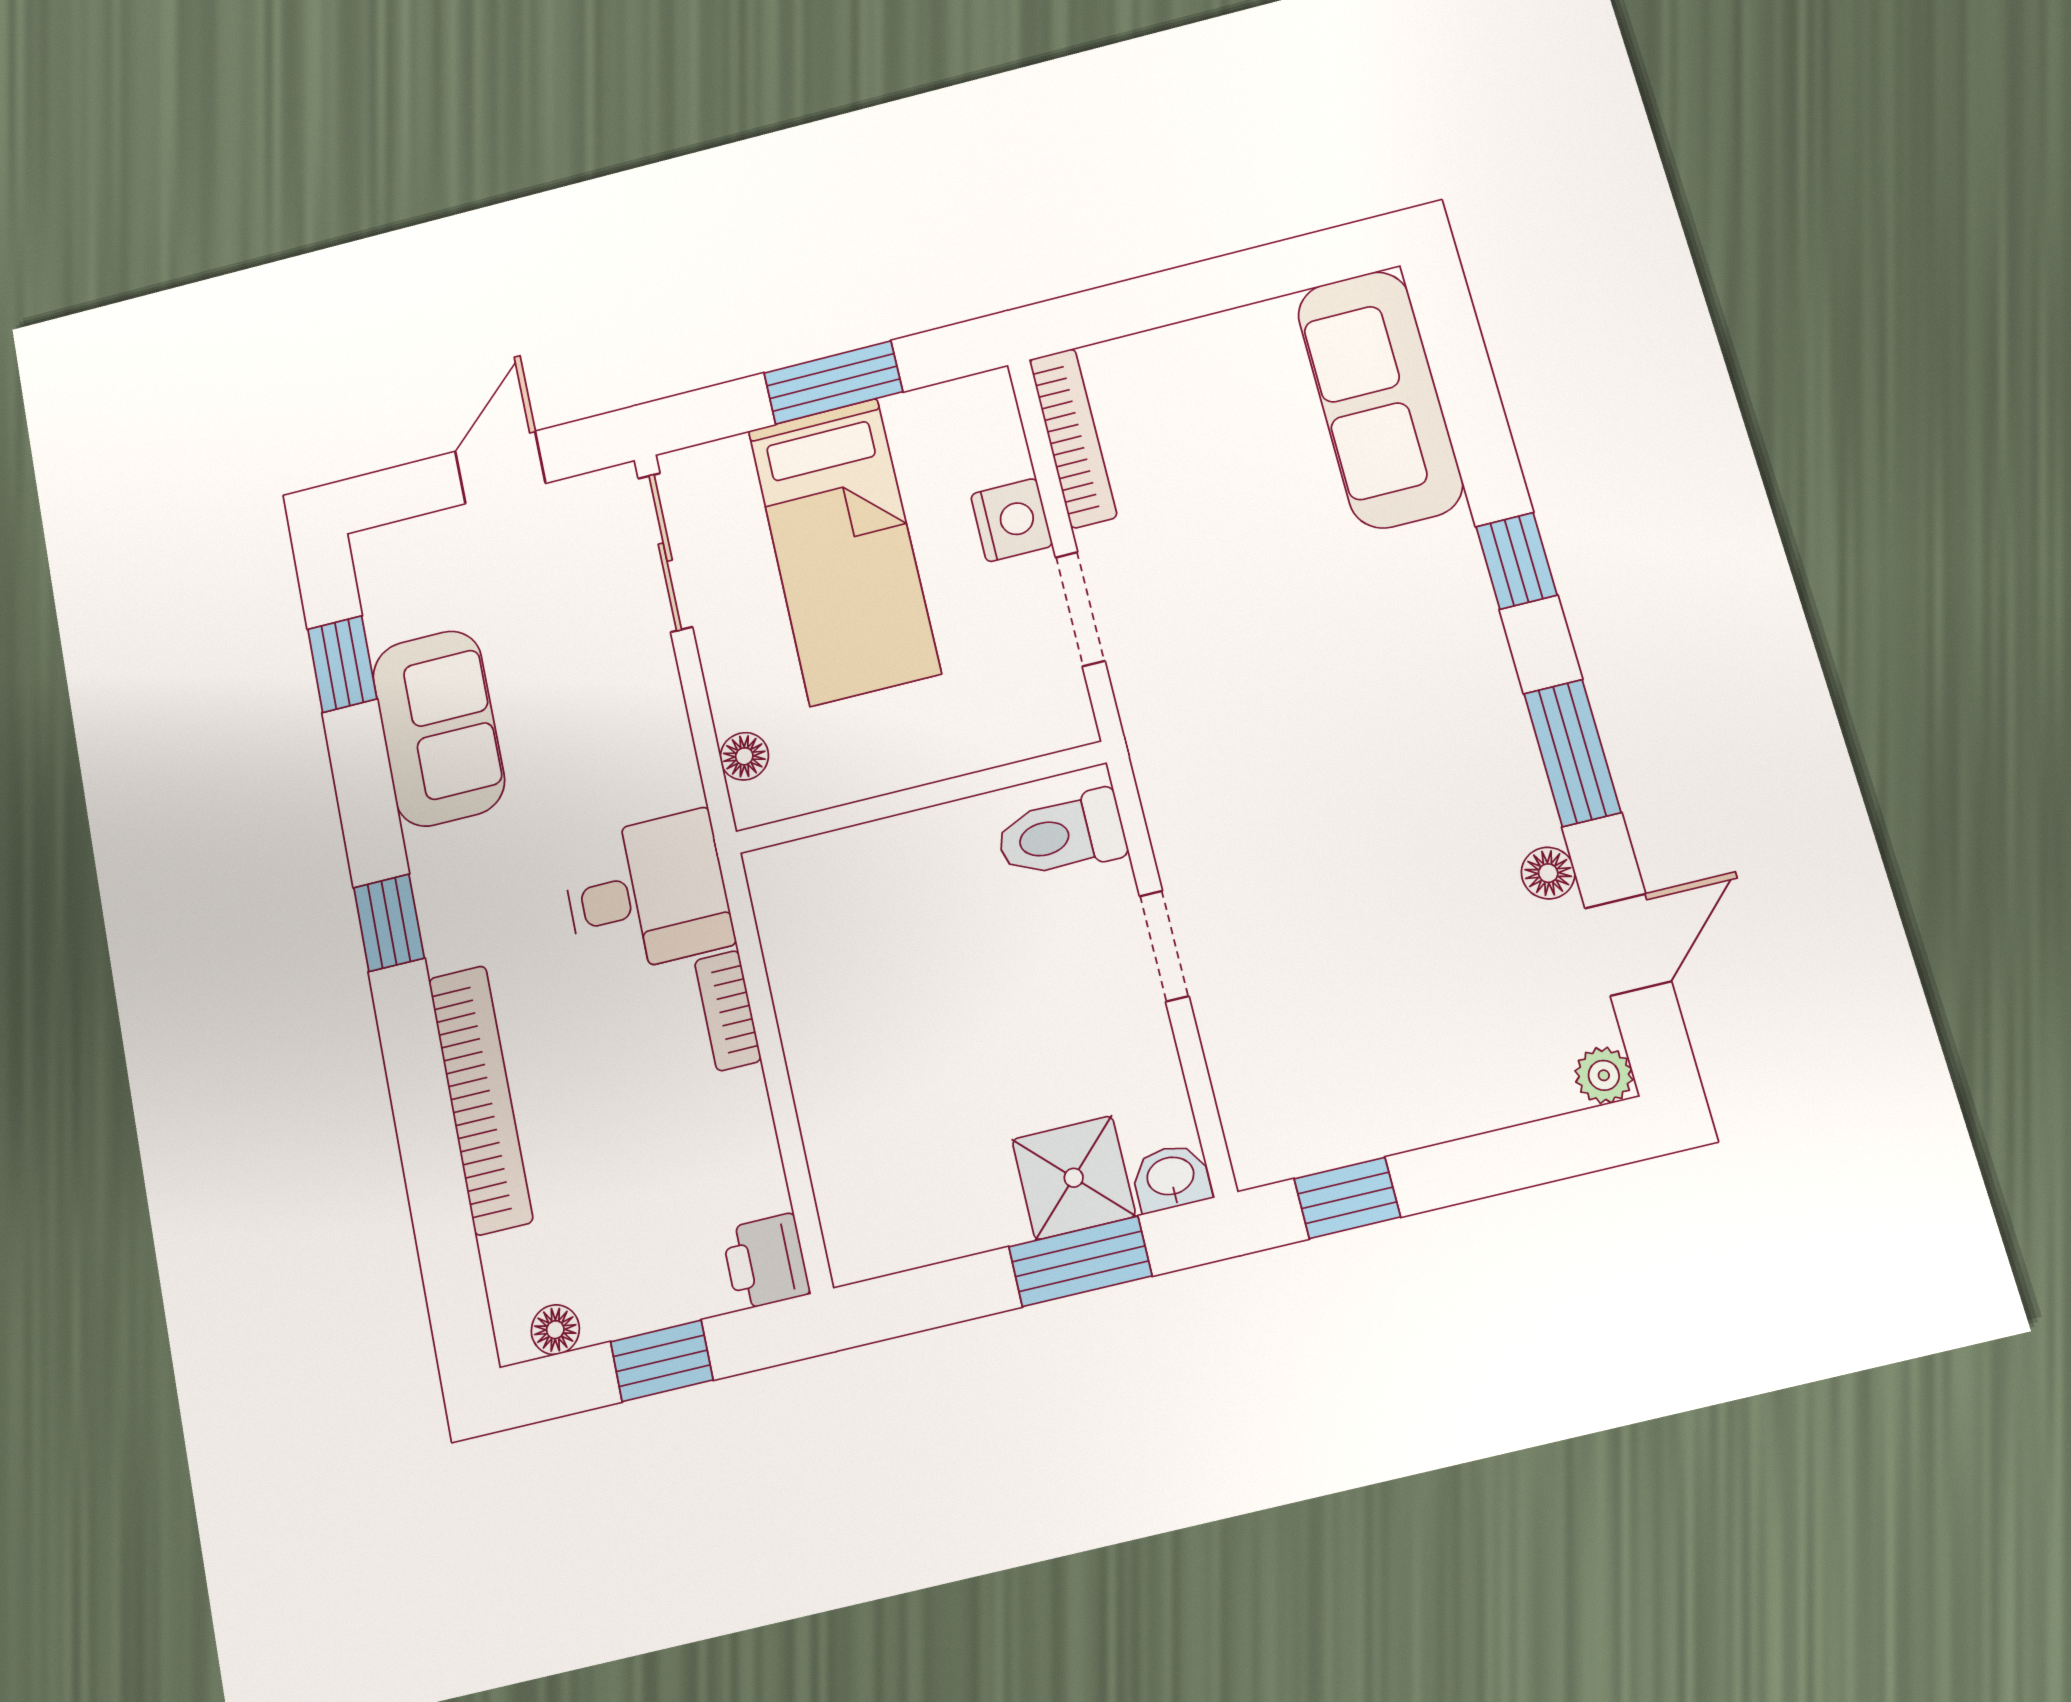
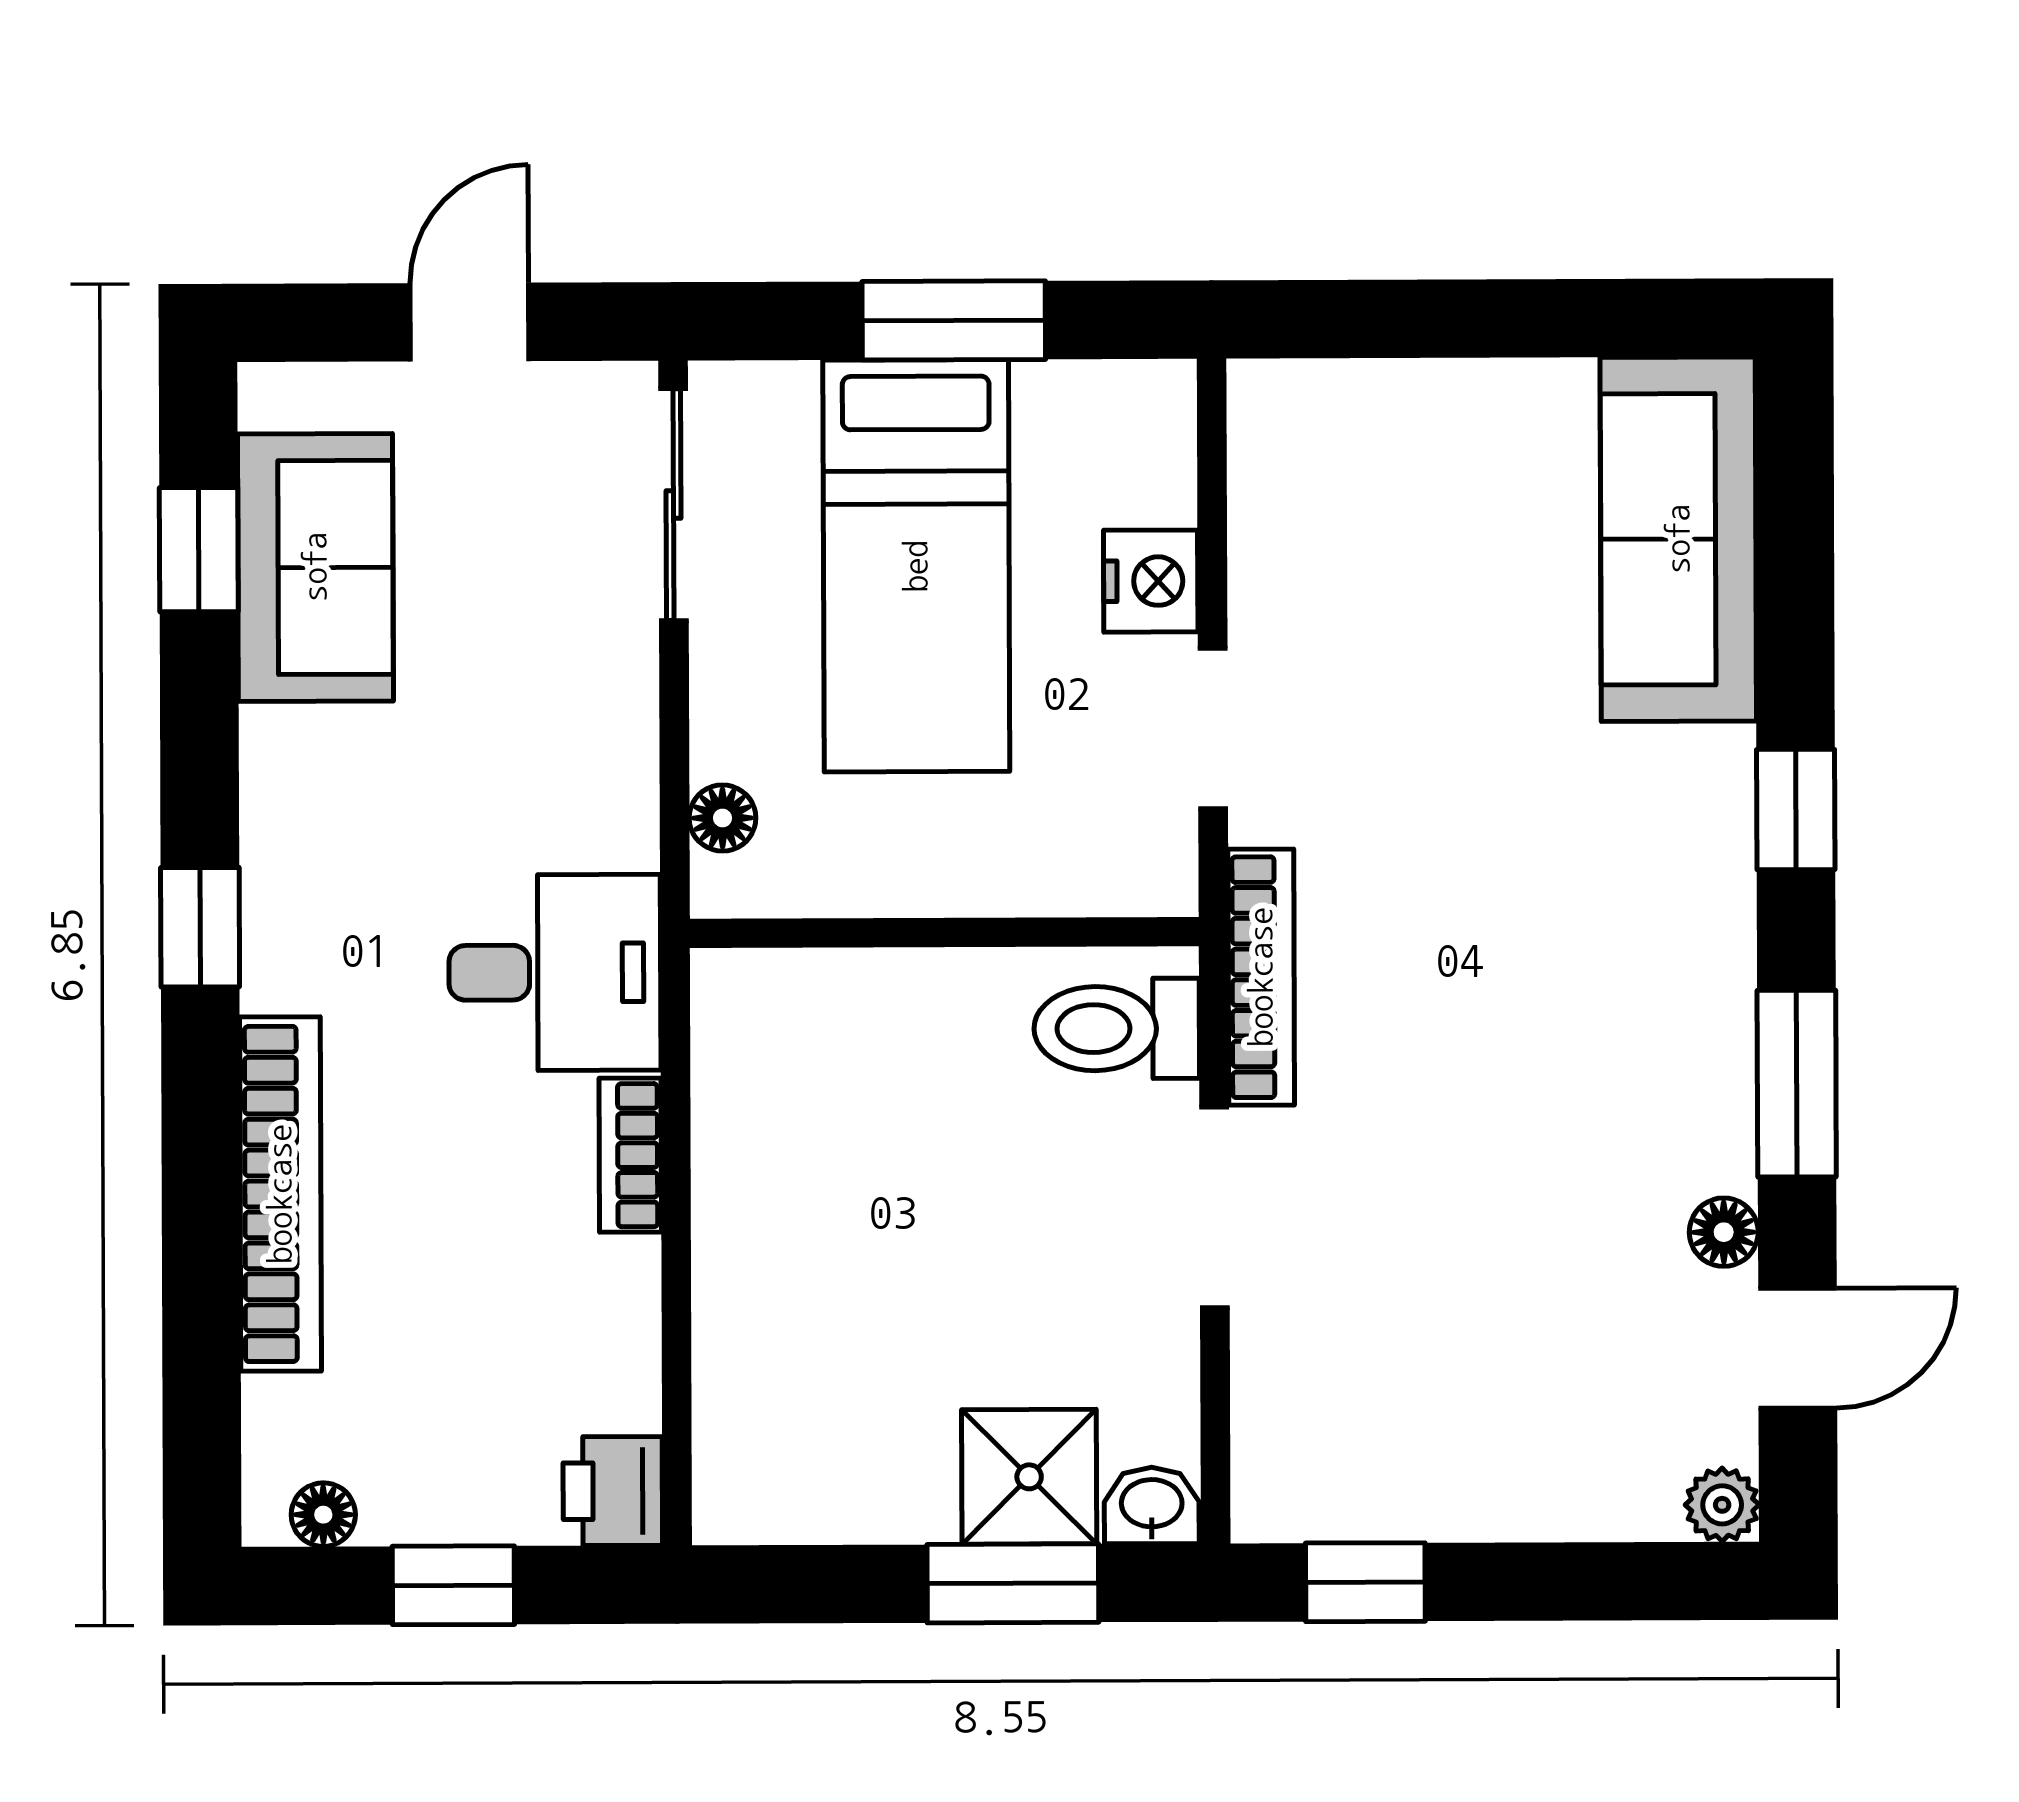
bookcase: (1073, 438) -> (1261, 977), moved
sofa: (439, 728) -> (315, 567), moved
doorway: (1164, 946) -> (1215, 1208), width x1.38

